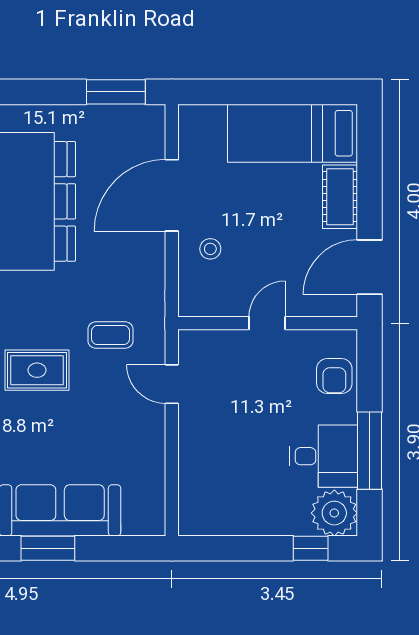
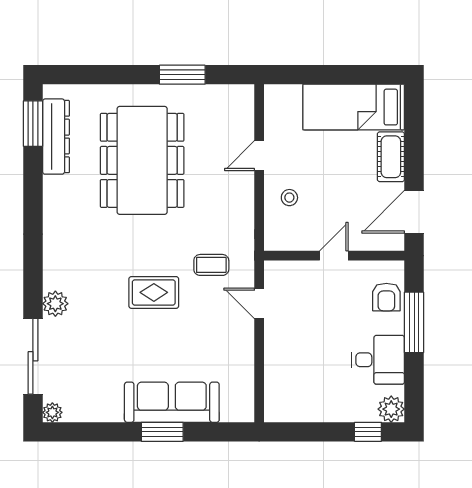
window: (116, 92) -> (182, 75), moved
door: (172, 195) -> (259, 156), width x0.53
window: (370, 451) -> (414, 322), moved
plant: (334, 513) -> (391, 409), width x0.73, depth x0.73

